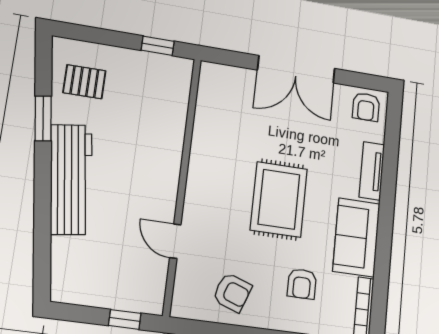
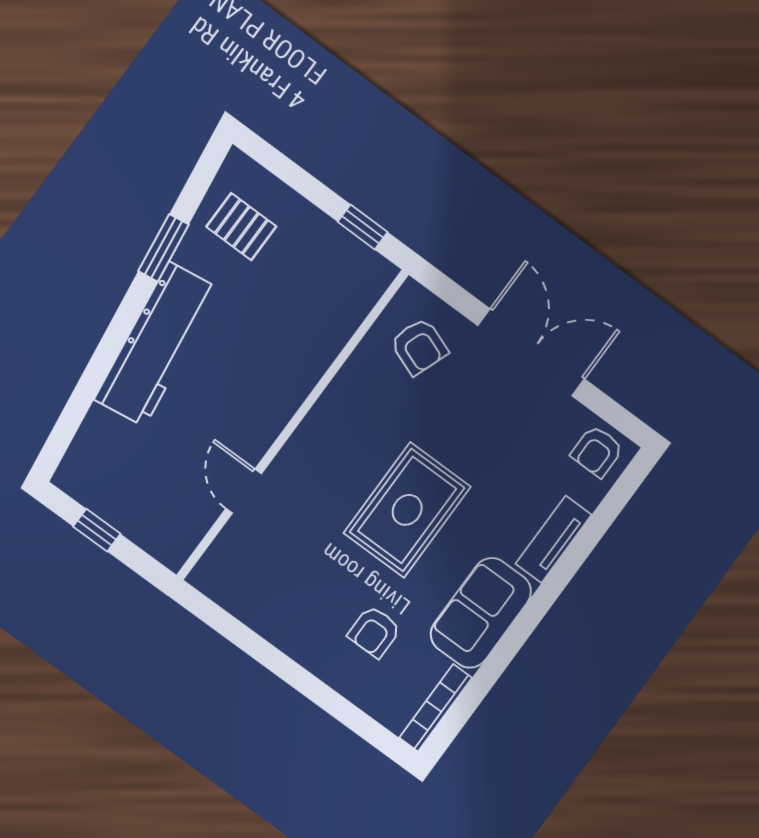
double door: (296, 69) -> (531, 352), swing flipped
armchair: (232, 292) -> (419, 346), moved
window: (125, 319) -> (97, 530), moved

